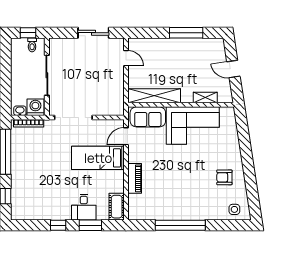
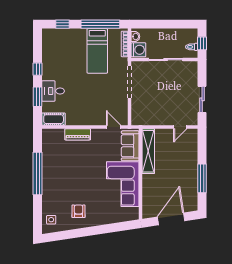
door: (233, 69) -> (171, 219), width x1.87
shelving: (205, 98) -> (147, 195), removed
bed: (98, 158) -> (97, 51), moved, turned 180

